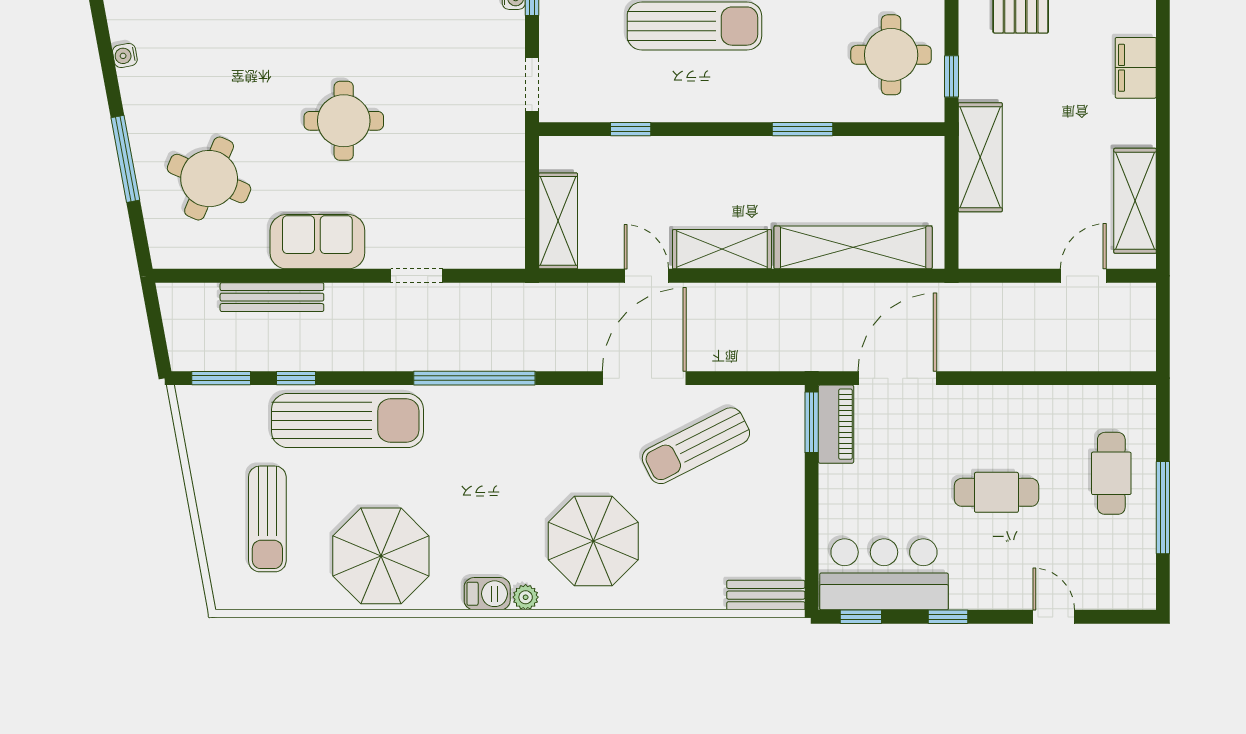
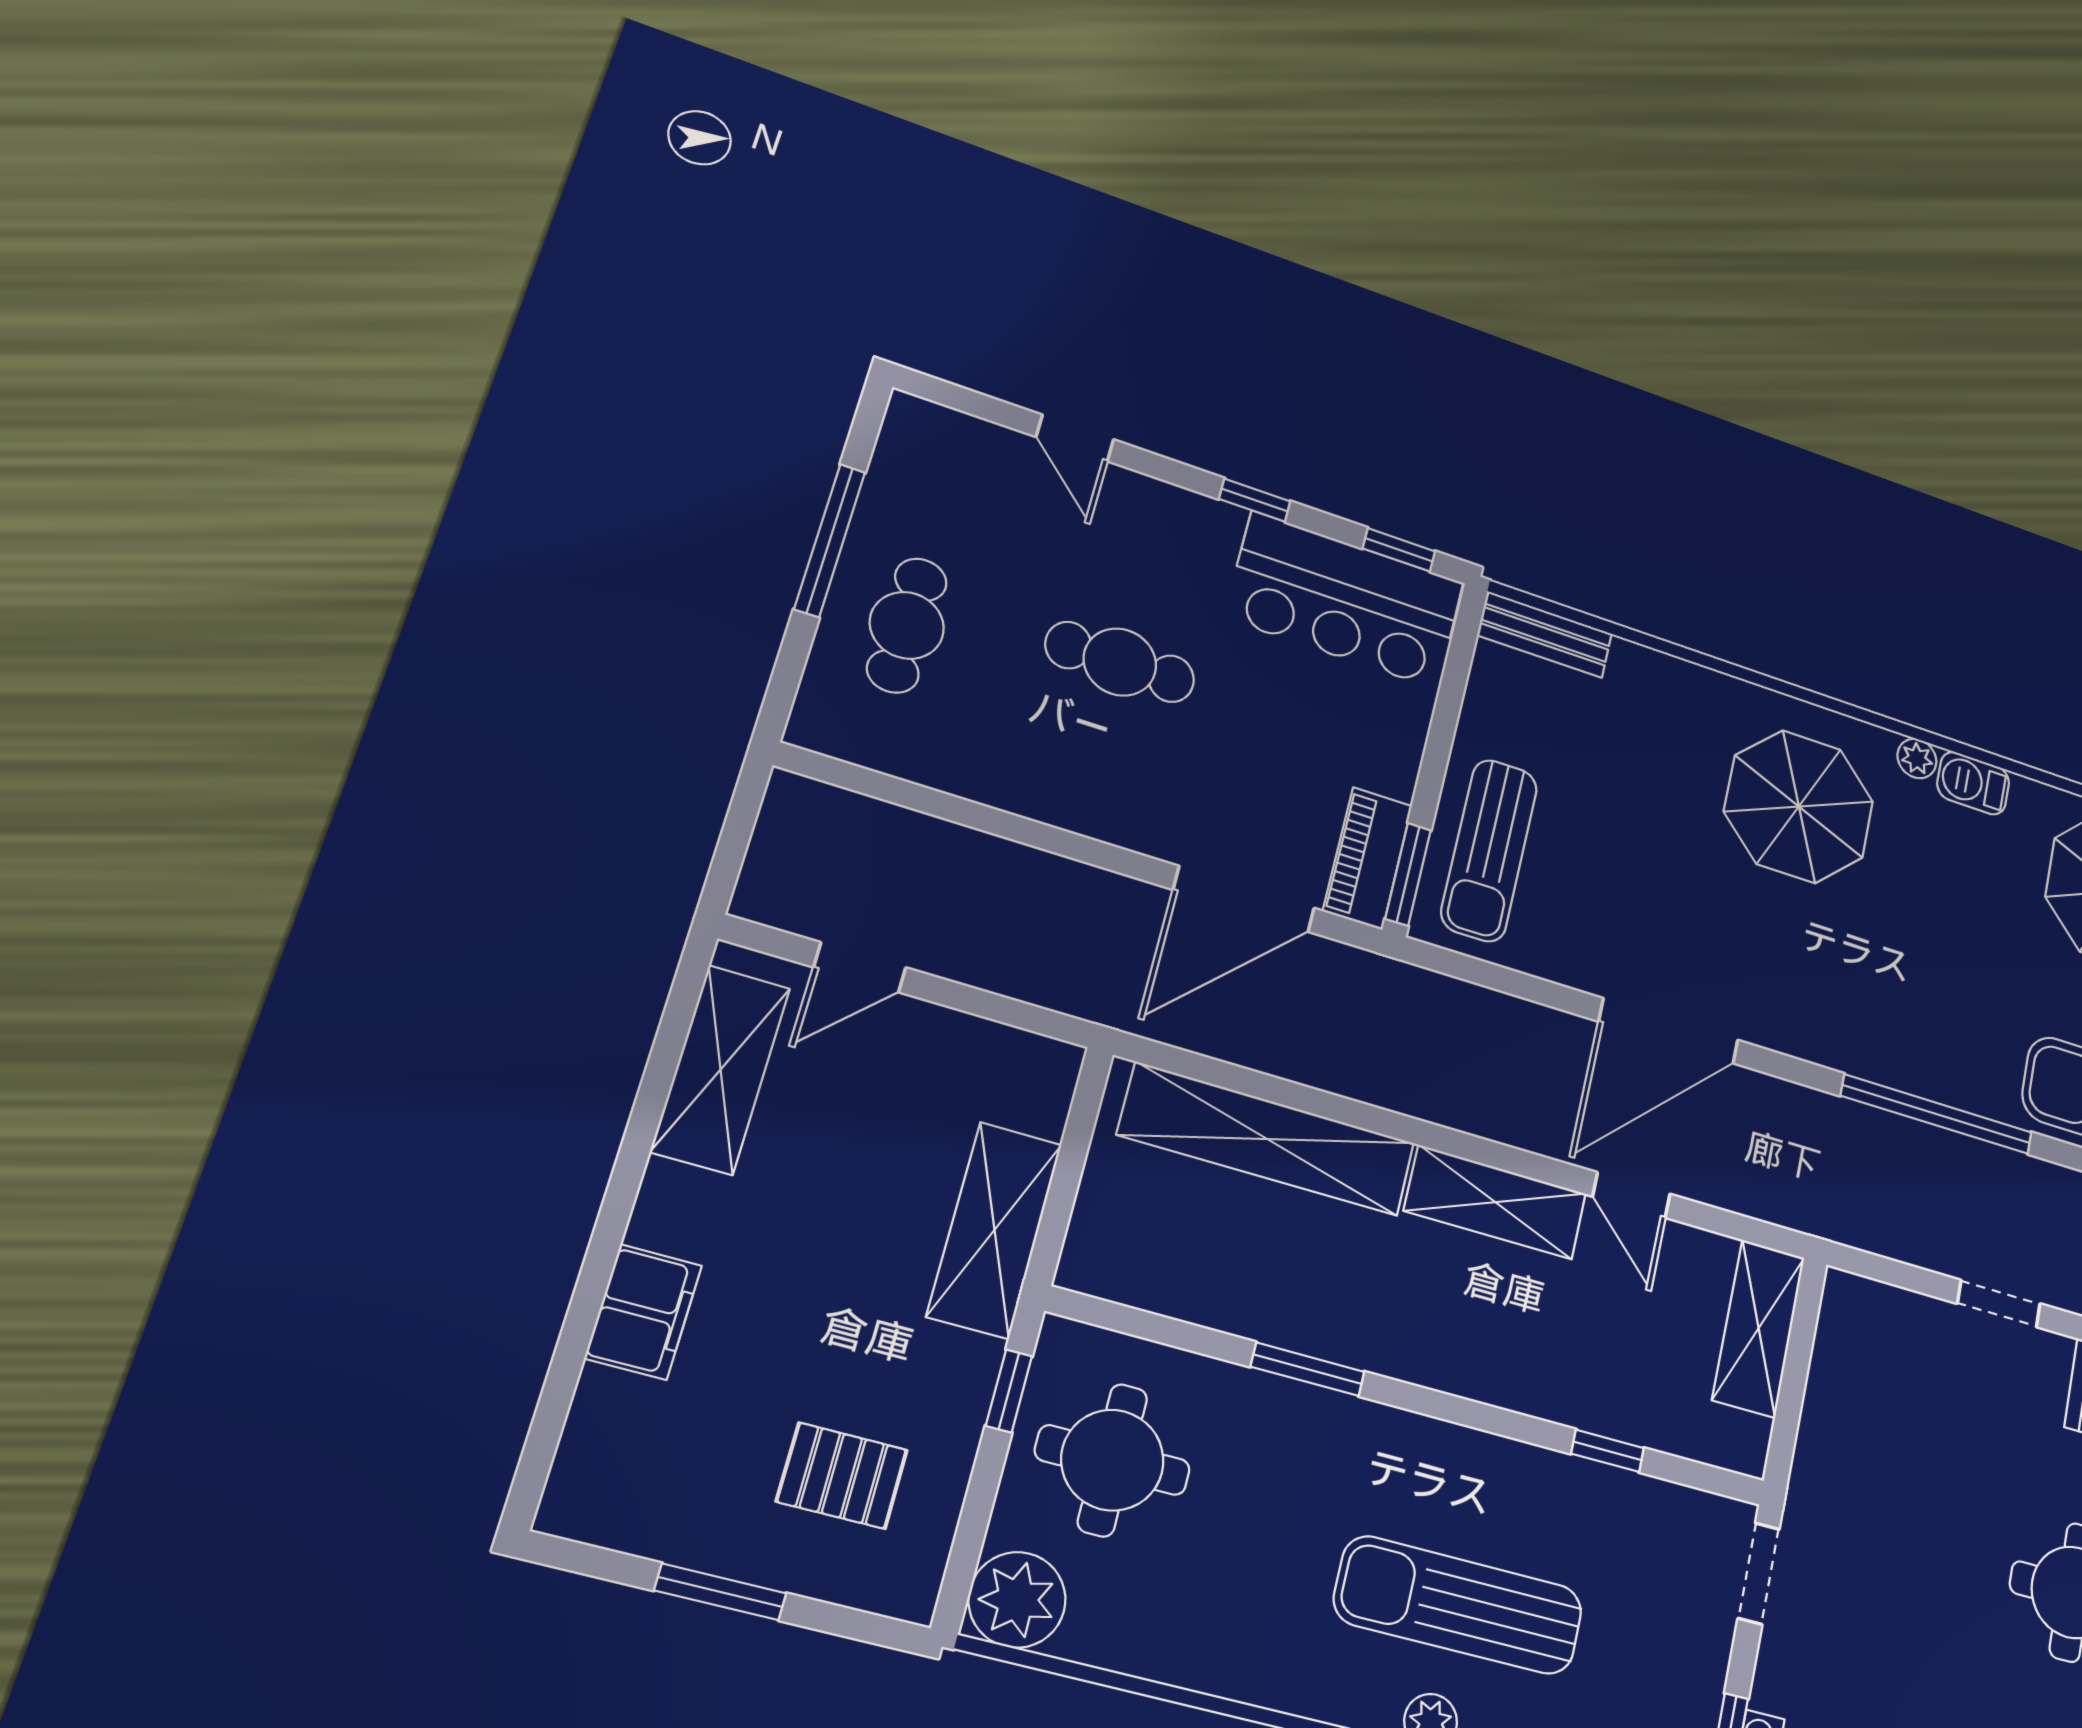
sun lounger: (696, 446) -> (1489, 850), moved, turned 117

